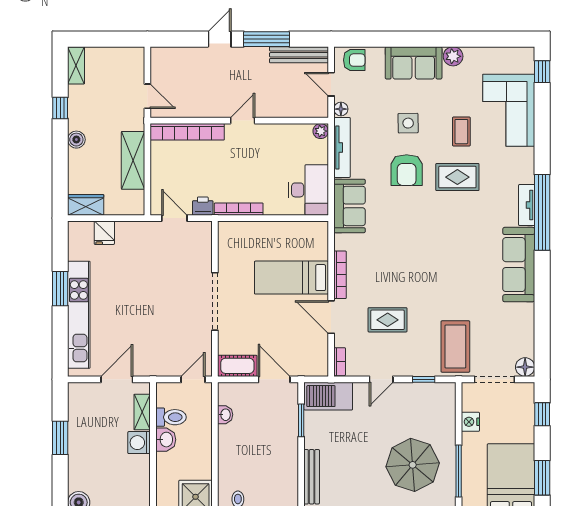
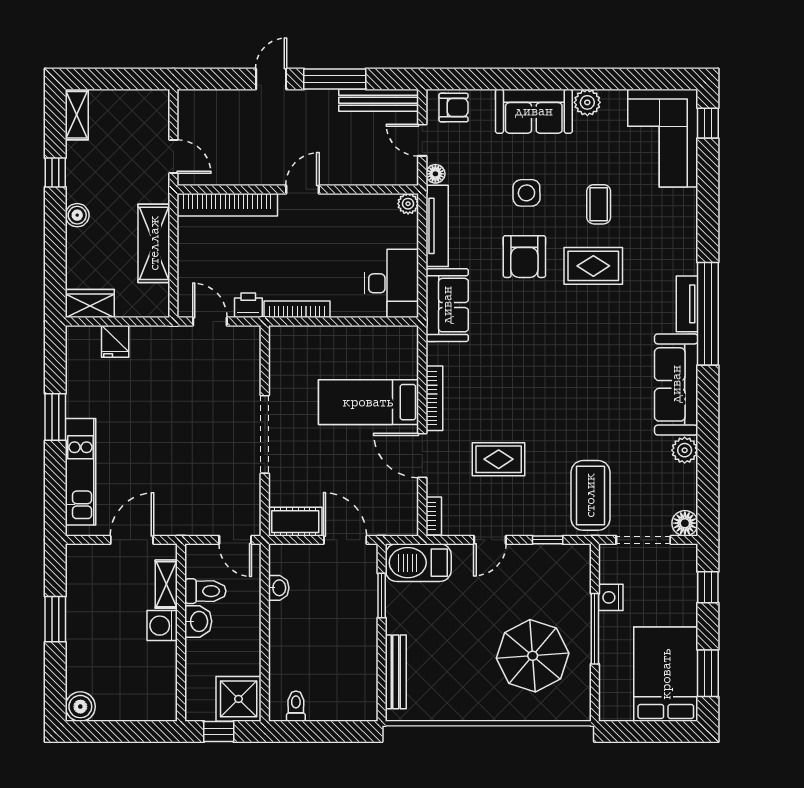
corner sofa: (509, 110) -> (663, 138), moved
plant: (525, 313) -> (685, 450), added
kitchen unit: (79, 315) -> (81, 472), width x0.73
door: (193, 379) -> (235, 540), swing flipped
window: (459, 471) -> (595, 629), moved

